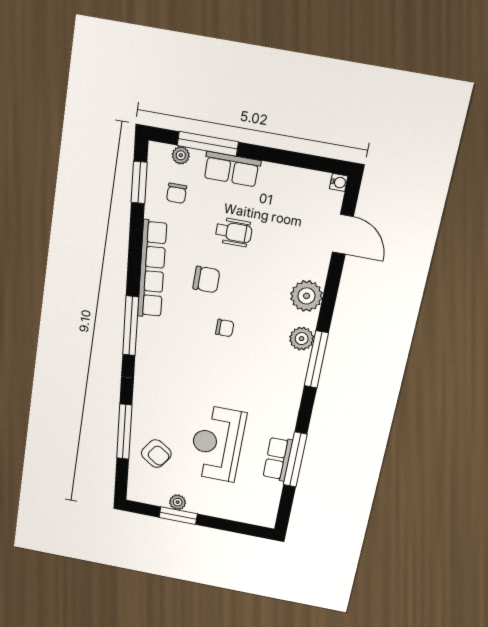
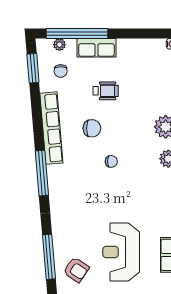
window: (208, 144) -> (77, 34), width x1.46

